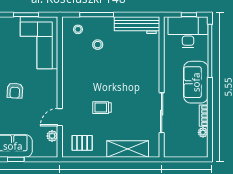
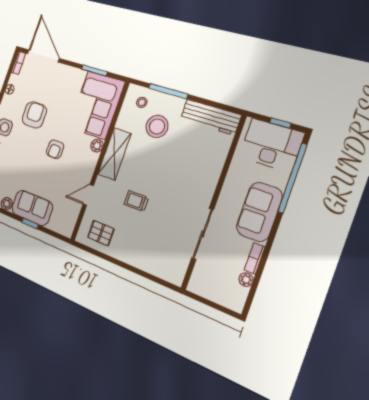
stool: (98, 45) -> (157, 126), width x1.89, depth x1.89
plant: (52, 136) -> (97, 146), moved
shelving: (128, 149) -> (114, 154), moved, turned 90

